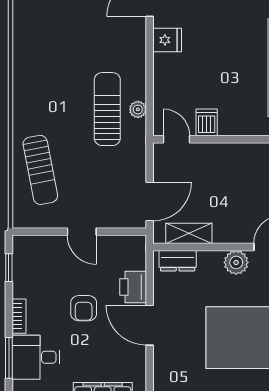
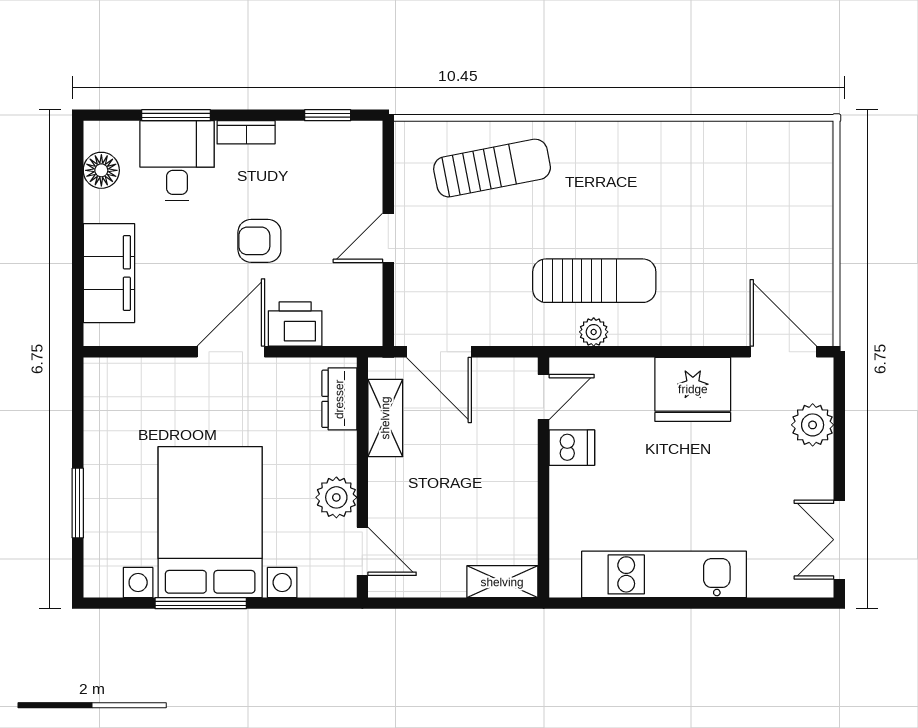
fridge: (167, 40) -> (693, 389), width x1.88, depth x1.34
sun lounger: (40, 170) -> (492, 168), turned 180

